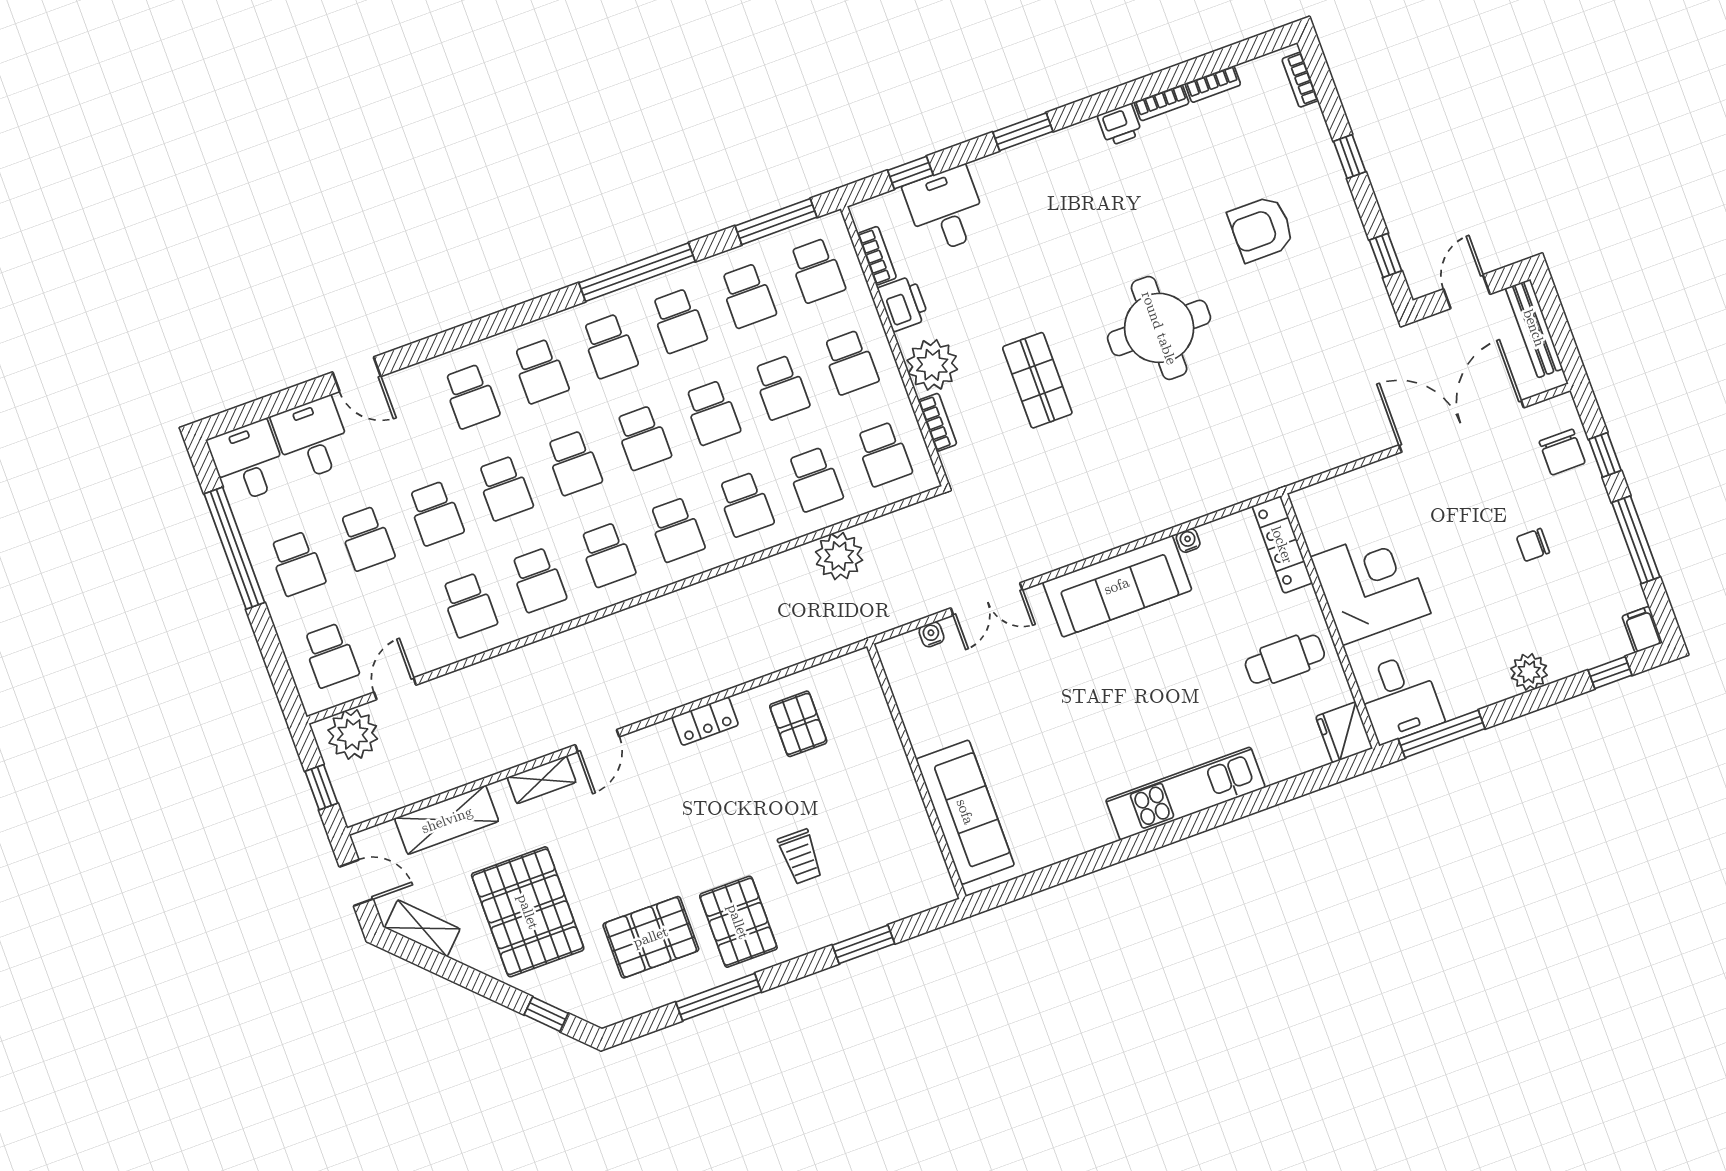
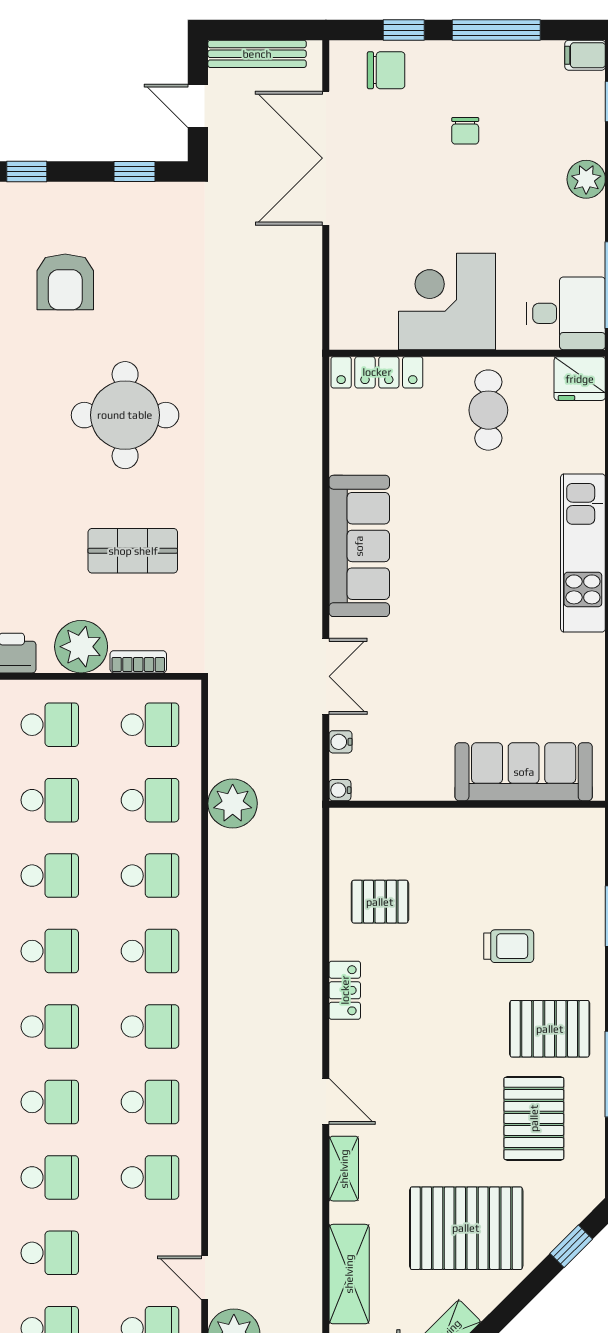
water cooler: (1188, 540) -> (340, 790), moved

